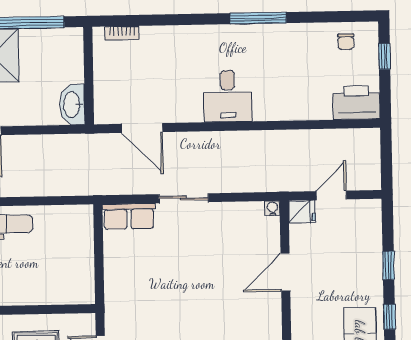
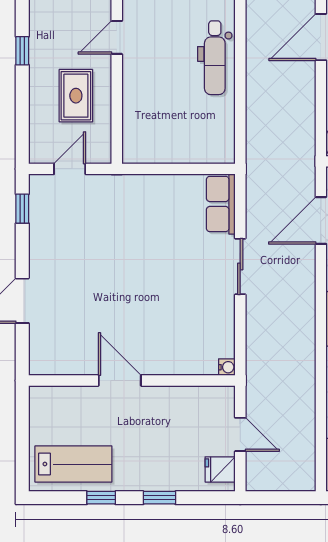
fridge: (302, 211) -> (220, 469), moved, turned 90
door: (285, 272) -> (120, 381), moved

